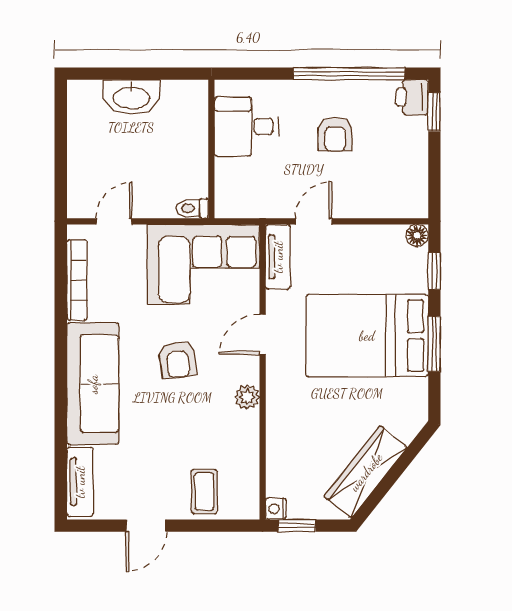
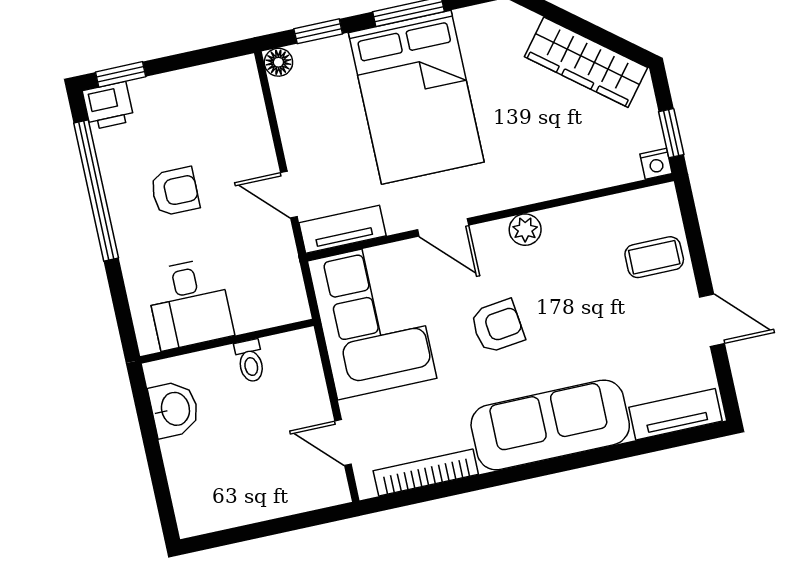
washbasin: (131, 97) -> (174, 409), moved, width x0.72
toilet: (192, 208) -> (250, 361), moved

